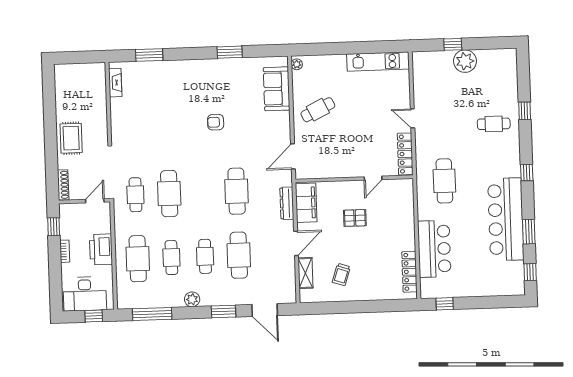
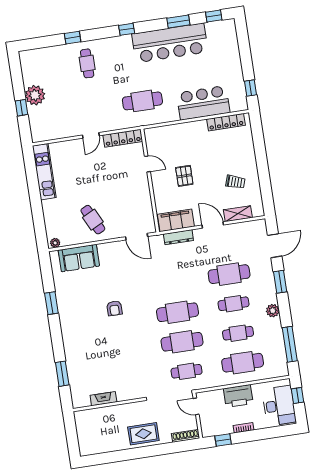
fireplace: (115, 83) -> (103, 399), moved
cafe table: (237, 191) -> (177, 312), moved

